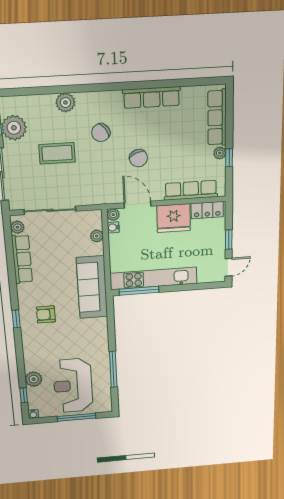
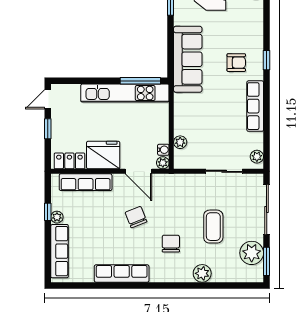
chair: (101, 133) -> (171, 244), turned -54
coffee table: (57, 153) -> (213, 227), turned 90
sliding door: (50, 210) -> (224, 171), width x0.73
row of seats: (22, 259) -> (255, 106), moved
sofa: (92, 287) -> (188, 59), moved

